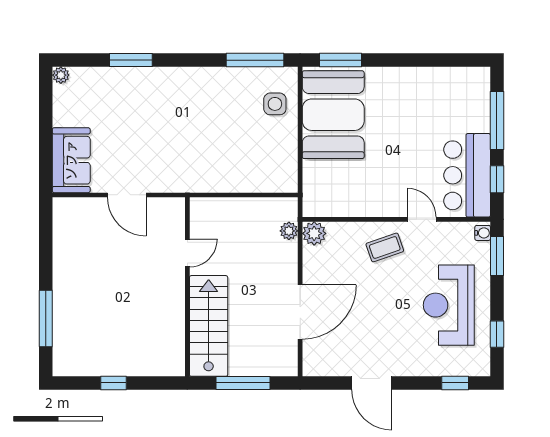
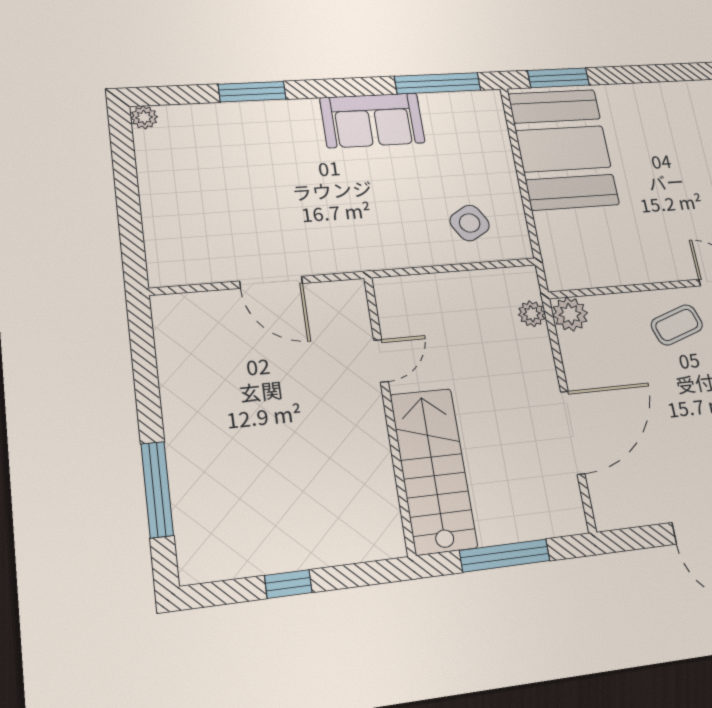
side table: (275, 104) -> (470, 223), moved, turned -31
sofa: (71, 160) -> (372, 120), moved, turned 90

